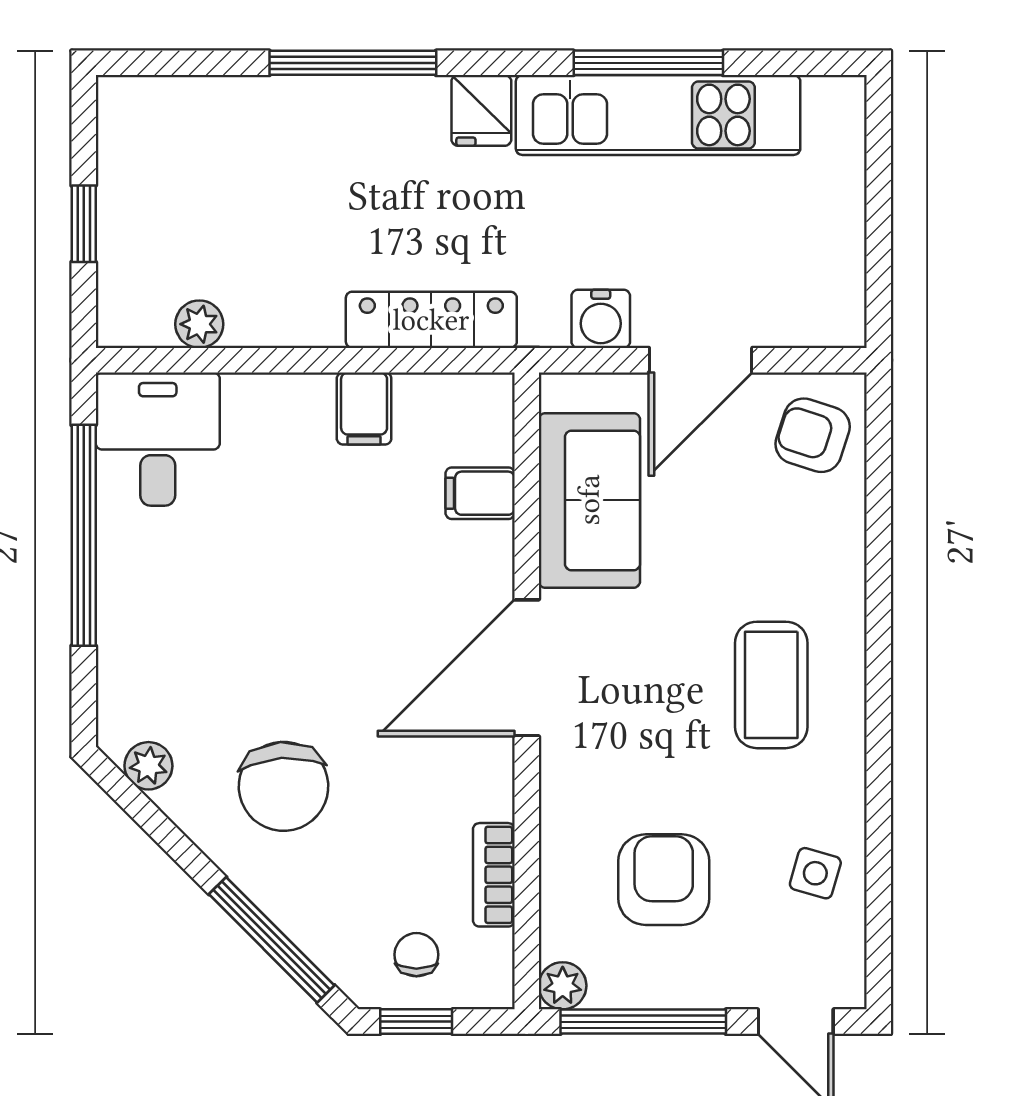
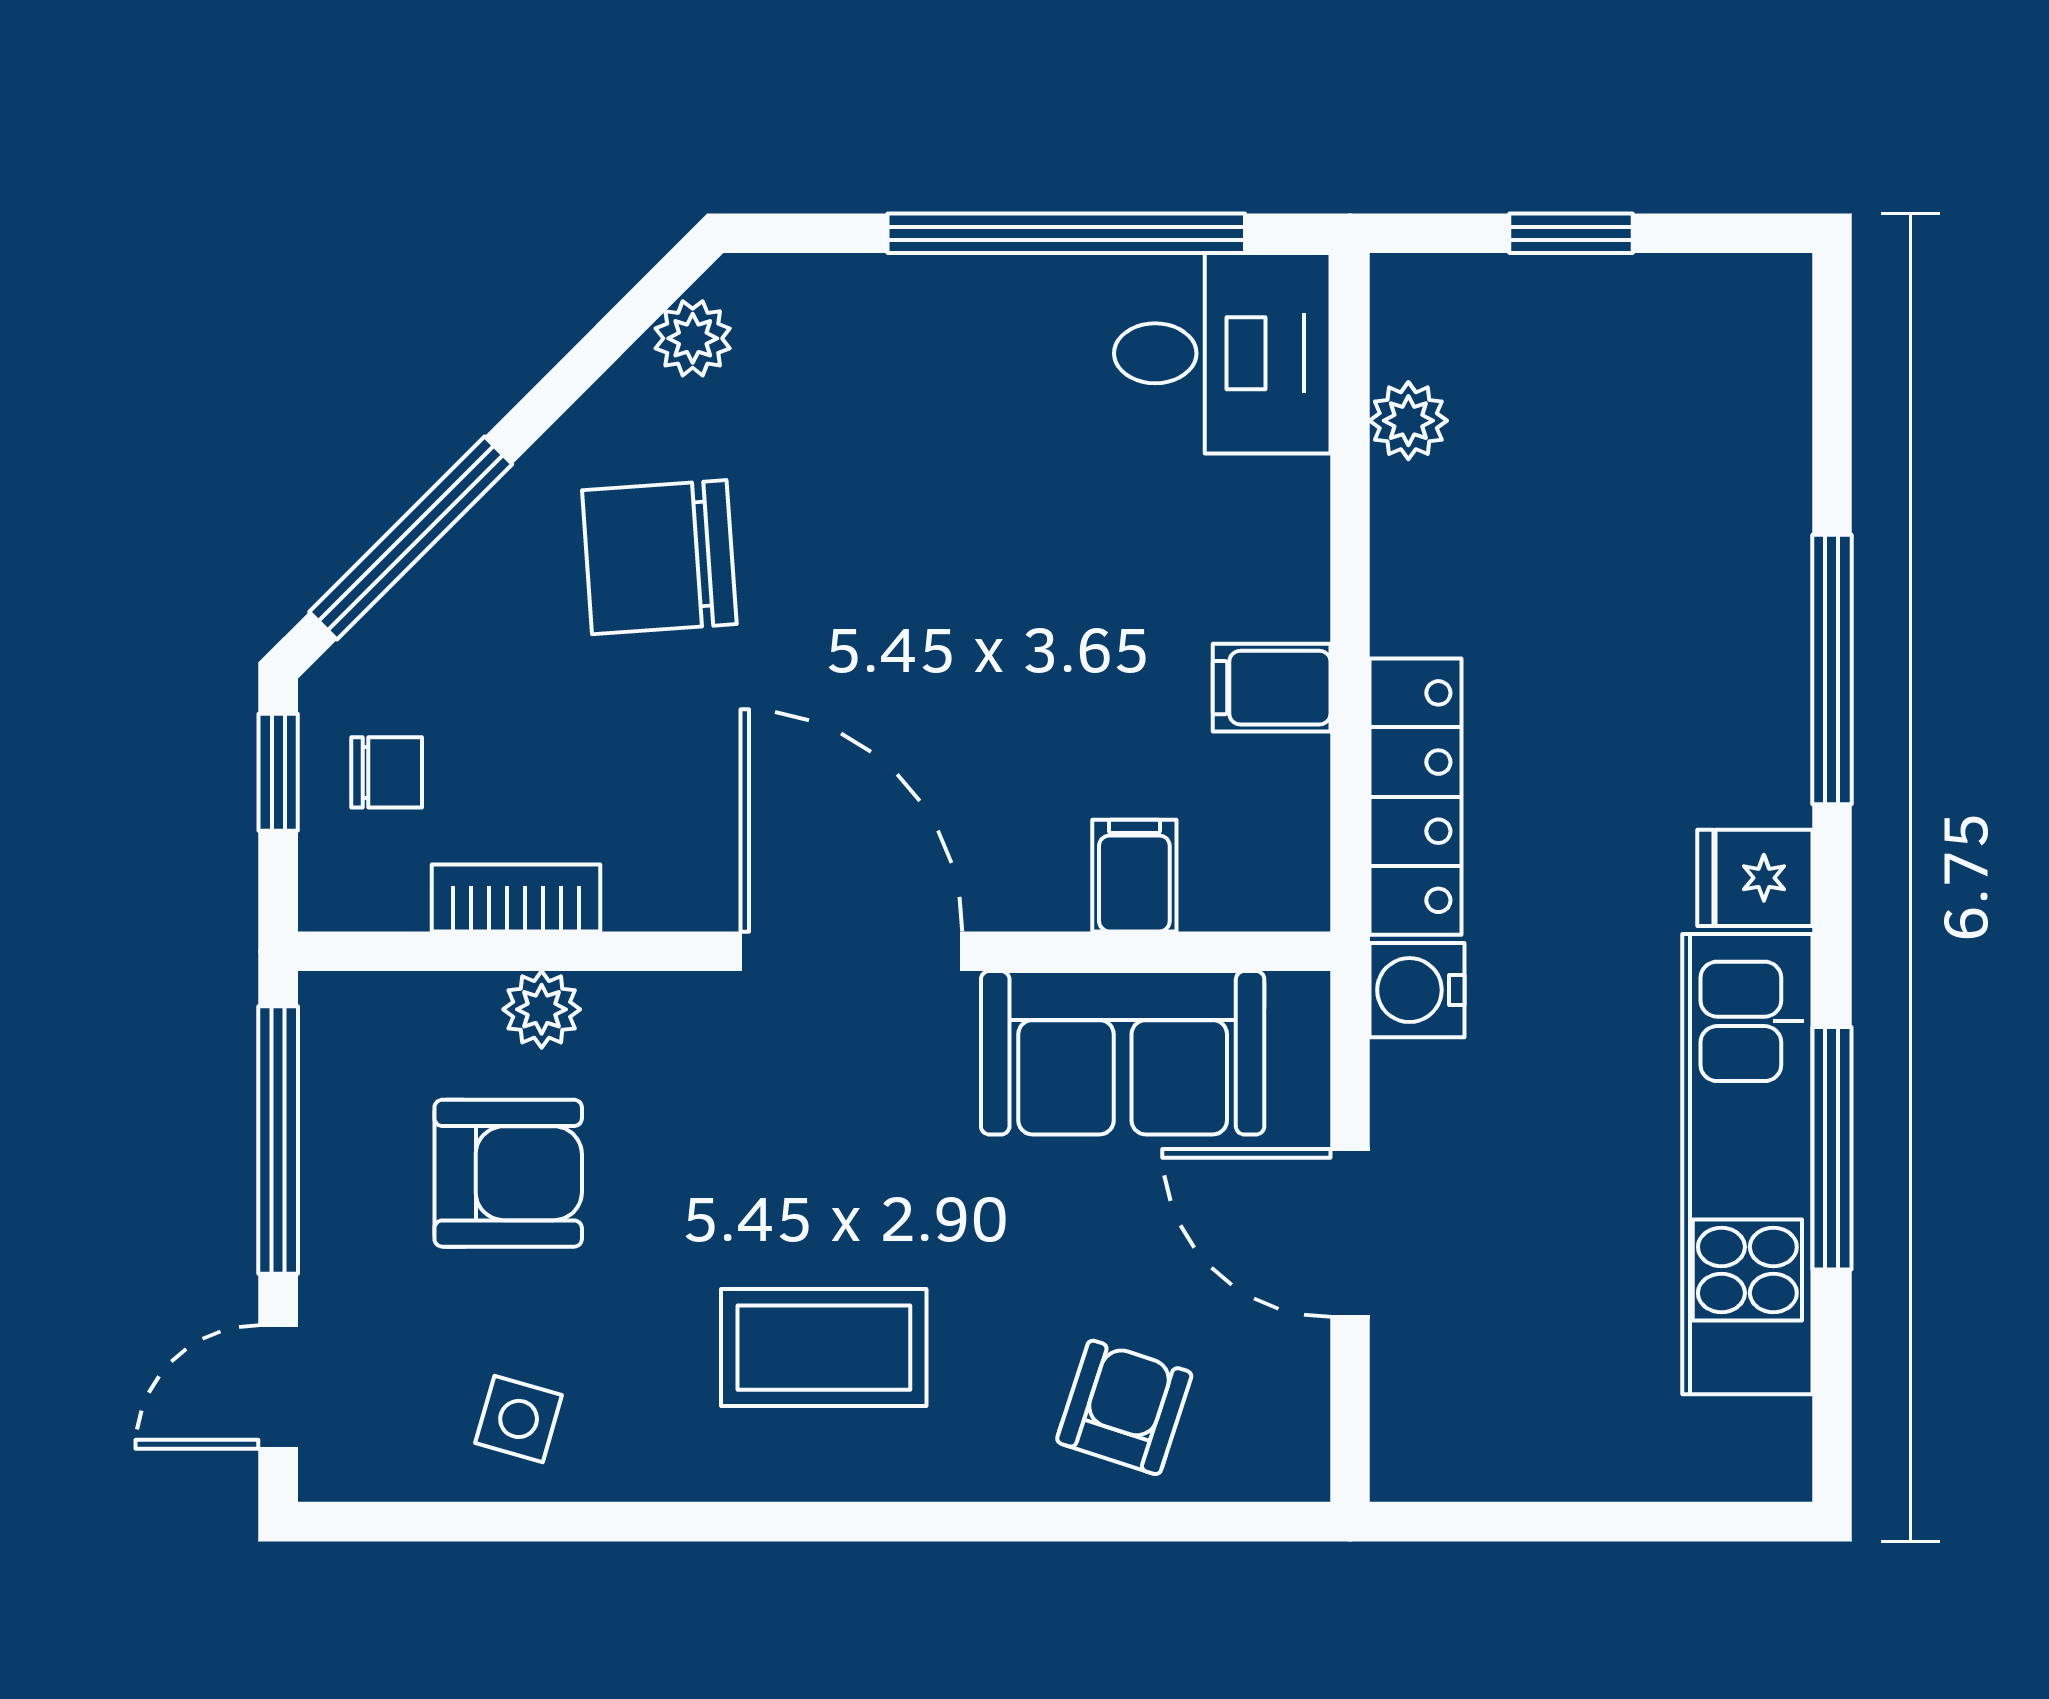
water cooler: (601, 319) -> (1417, 990), moved
armchair: (813, 435) -> (1124, 1407), moved
plant: (563, 986) -> (542, 1009), moved

